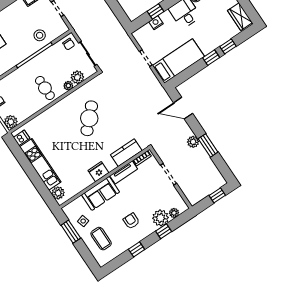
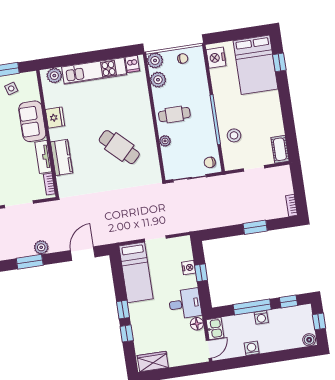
plant: (77, 77) -> (158, 80), moved
kitchen counter: (126, 153) -> (61, 157), moved
fridge: (98, 172) -> (55, 118), moved

